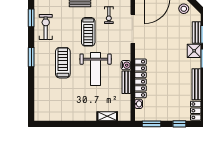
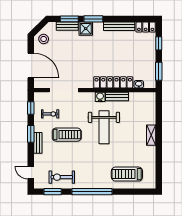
window: (31, 57) -> (92, 192), width x2.11
treadmill: (63, 63) -> (127, 174), moved
weight bench: (96, 69) -> (104, 127), turned 90
shelving: (107, 116) -> (151, 135), moved

